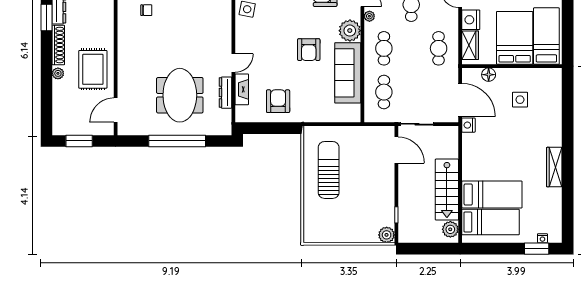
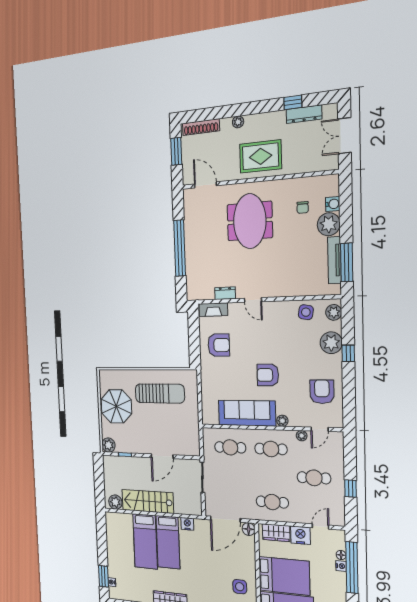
window: (46, 18) -> (293, 102), width x0.67
plant: (350, 31) -> (282, 421), width x0.53, depth x0.53
shoe rack: (58, 45) -> (201, 127), moved
rug: (93, 69) -> (260, 156), moved
floor lamp: (489, 75) -> (249, 529), moved
fireplace: (242, 89) -> (213, 310), moved
dresser: (225, 93) -> (225, 293), width x0.70
meeting table: (180, 95) -> (250, 221), moved, turned 90
side table: (520, 100) -> (240, 587), moved
nightstand: (468, 125) -> (187, 524), moved
door: (396, 150) -> (162, 456), moved
bed: (490, 222) -> (168, 542), moved
parasol: (343, 223) -> (116, 406), added

